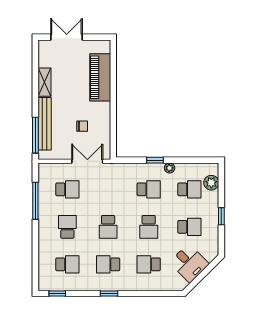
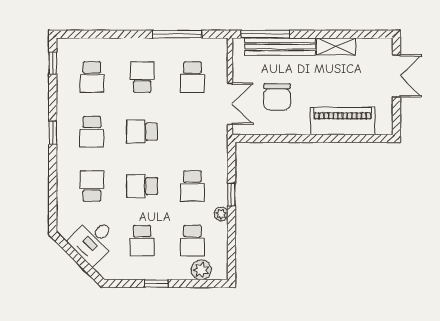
chair: (82, 126) -> (277, 97), width x1.87, depth x1.87
school desk: (67, 227) -> (142, 77), turned -90
school desk: (108, 264) -> (92, 132), turned 180

